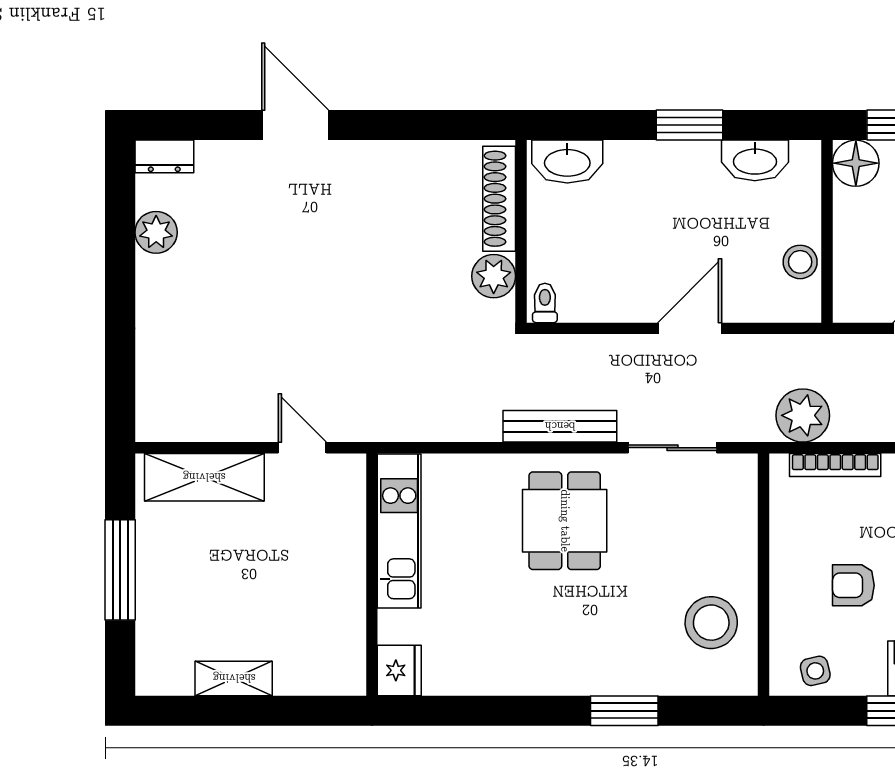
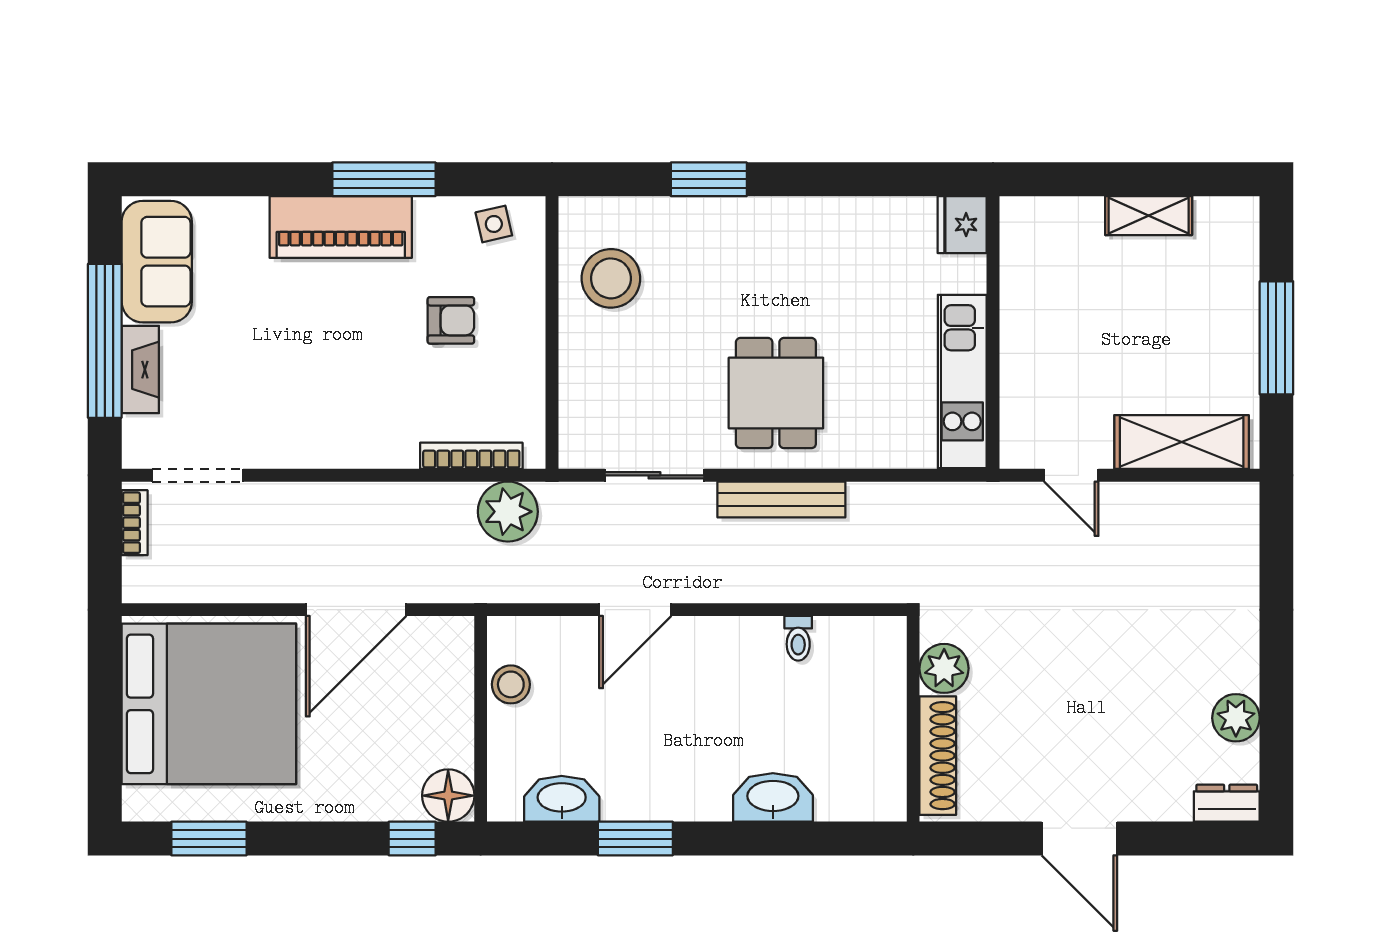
shoe rack: (499, 199) -> (938, 756), moved
wall: (521, 231) -> (913, 719), moved
plant: (494, 276) -> (944, 668), moved

